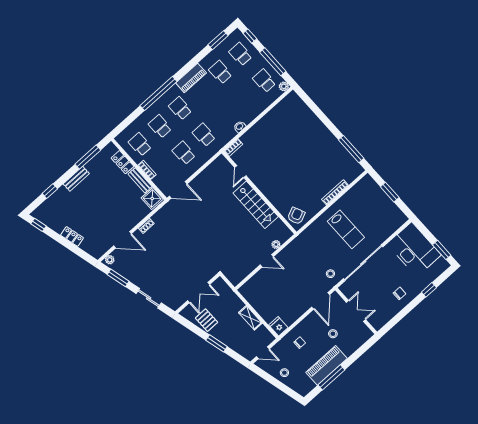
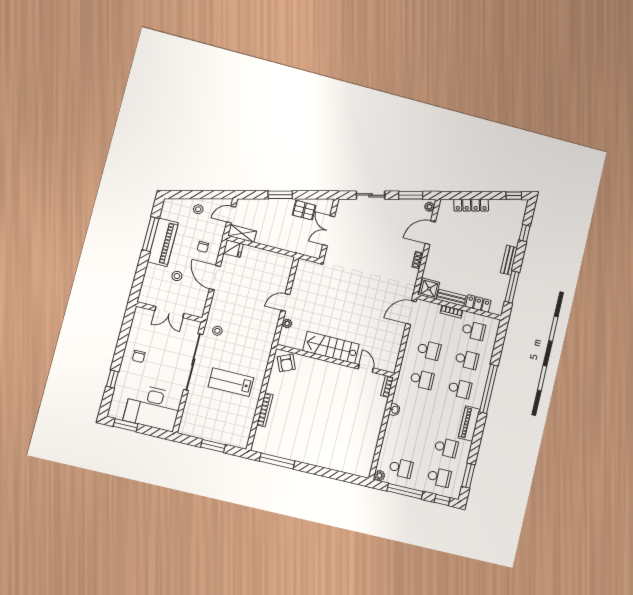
locker: (72, 237) -> (471, 205), width x1.53
door: (321, 301) -> (215, 278), moved
shelving: (250, 318) -> (242, 233), moved

